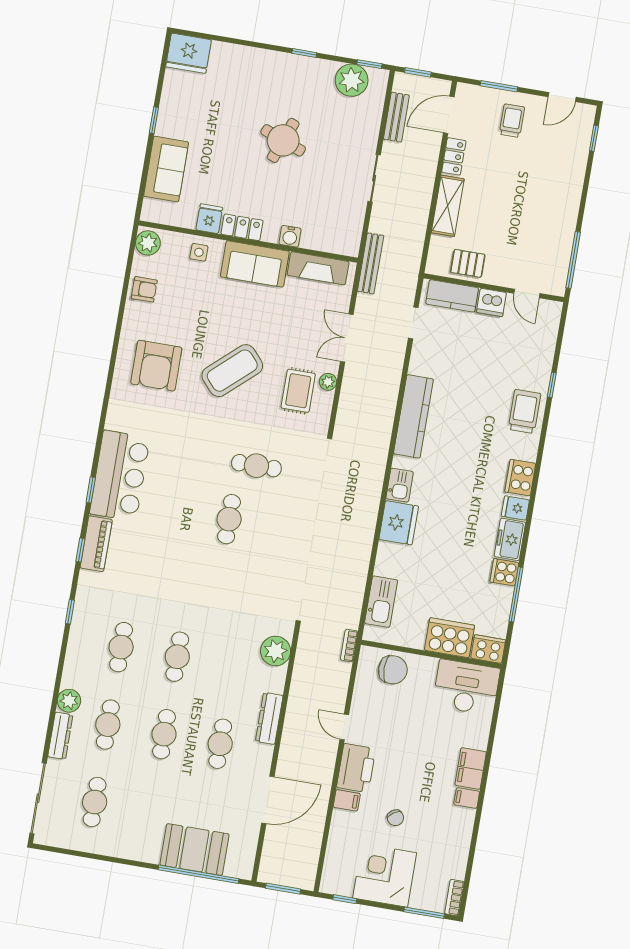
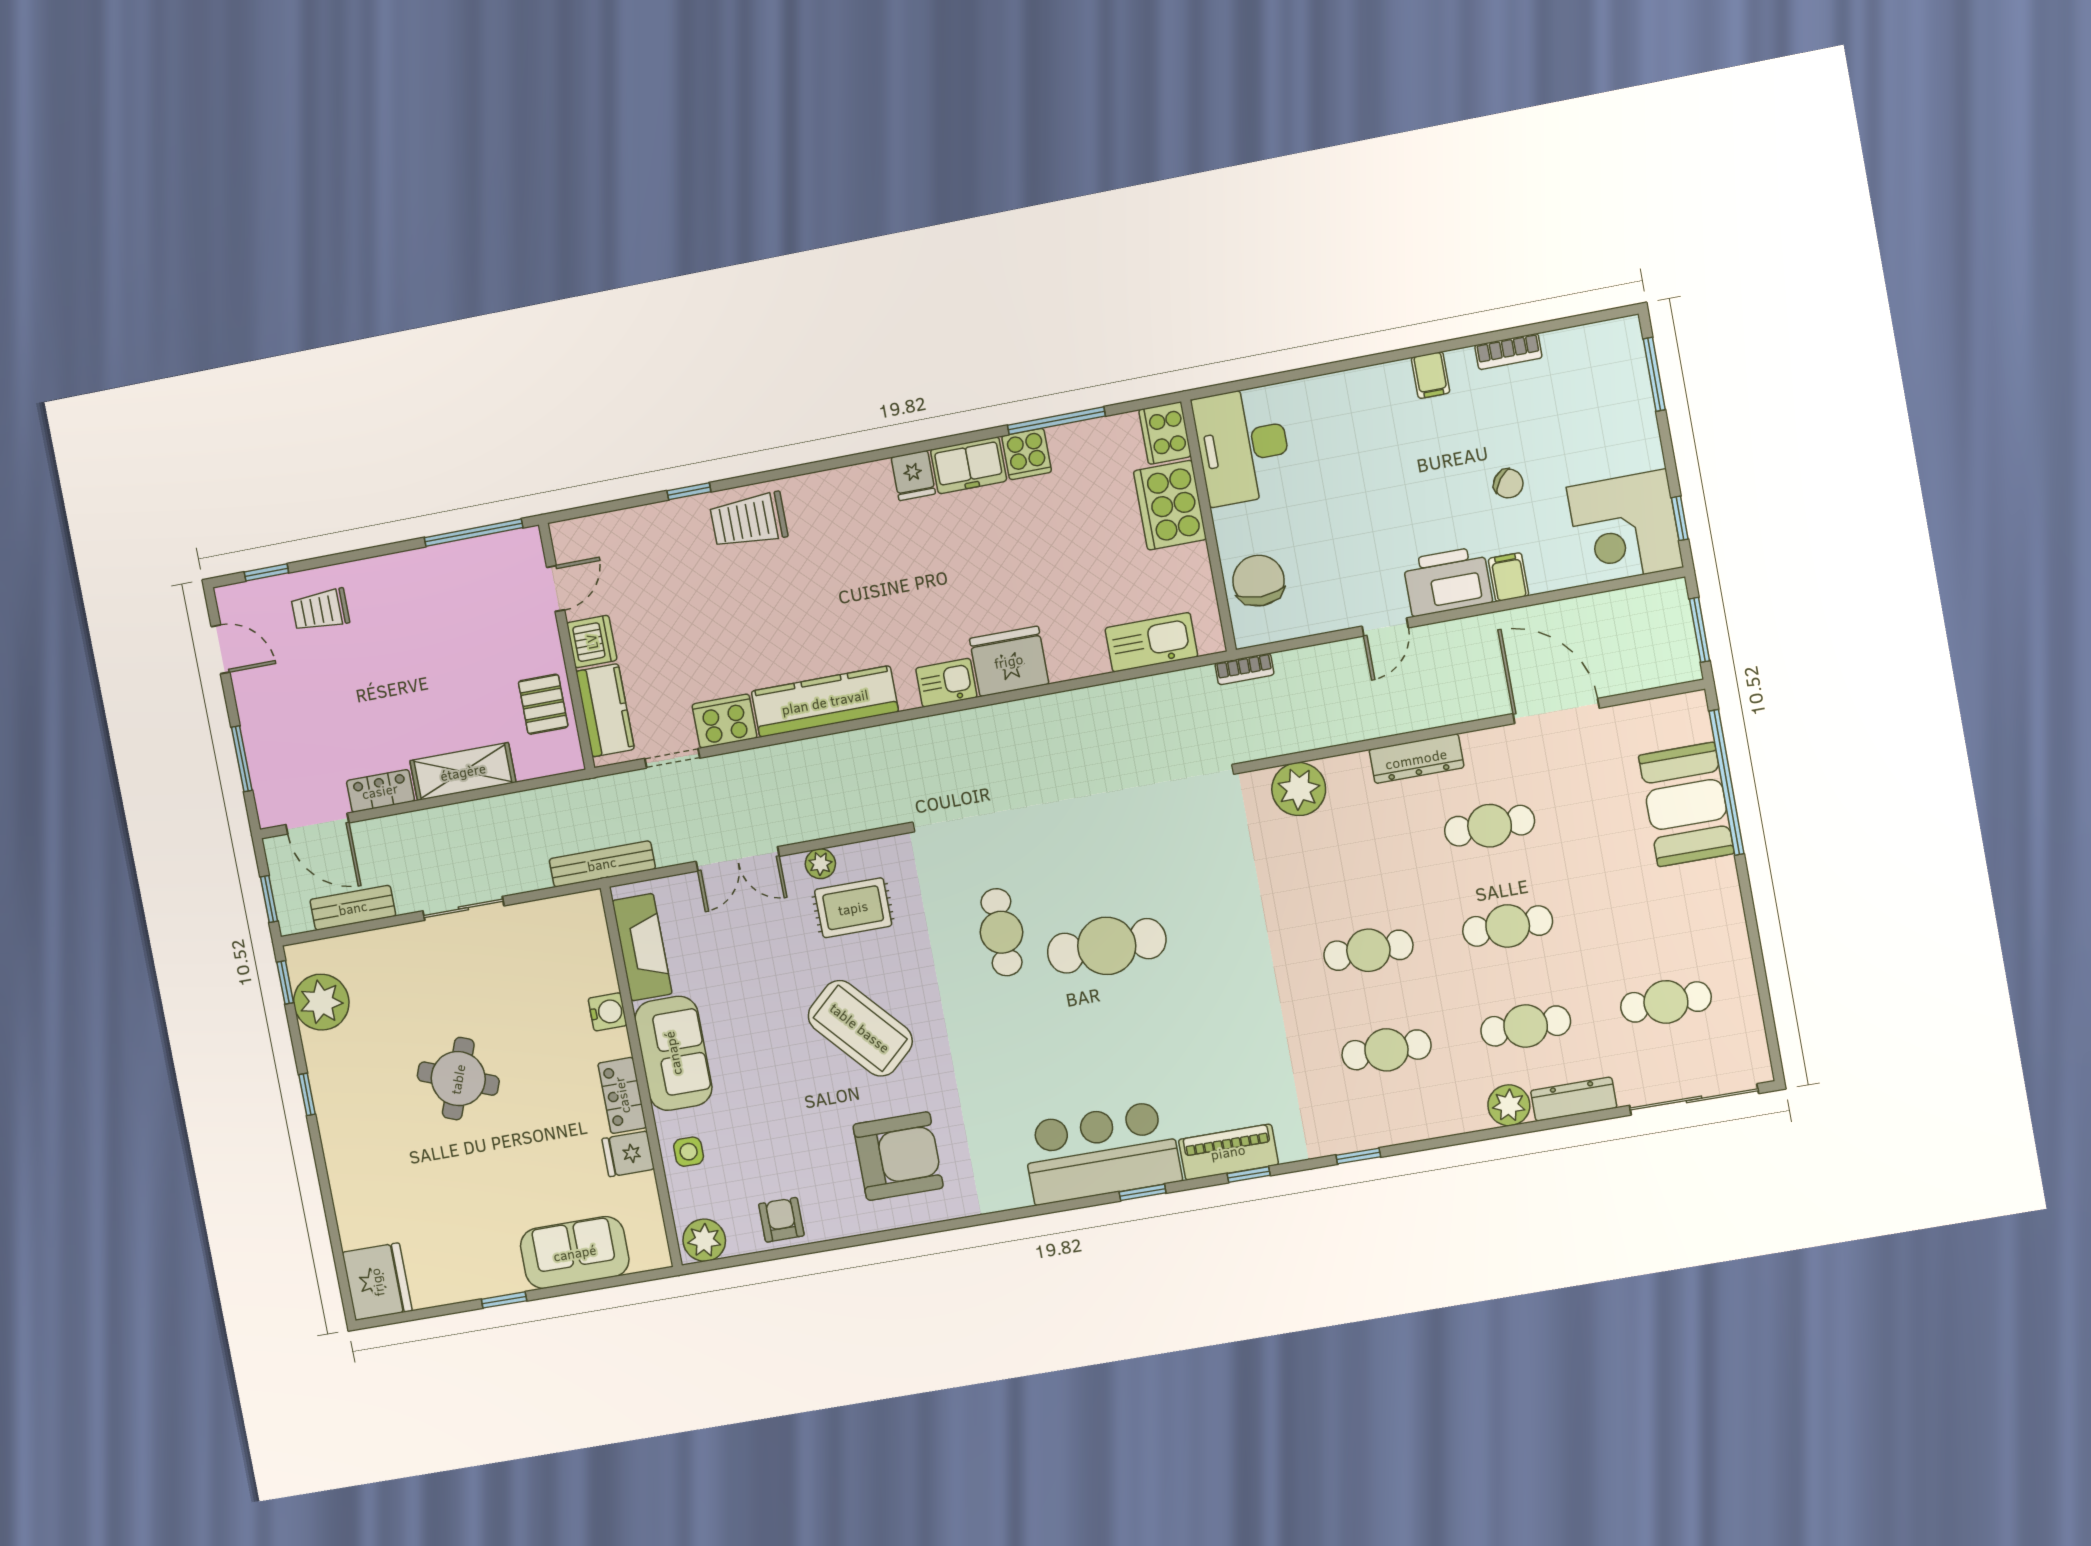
trolley: (512, 121) -> (320, 610), moved
cooker: (520, 478) -> (724, 721), moved, turned 180
cafe table: (229, 519) -> (1107, 946), width x1.37, depth x1.35
filing cabinet: (471, 768) -> (1378, 387), removed
chair: (395, 818) -> (1508, 483), turned 71
corner desk: (385, 875) -> (1625, 527), moved
bookcase: (454, 898) -> (1508, 352), moved

